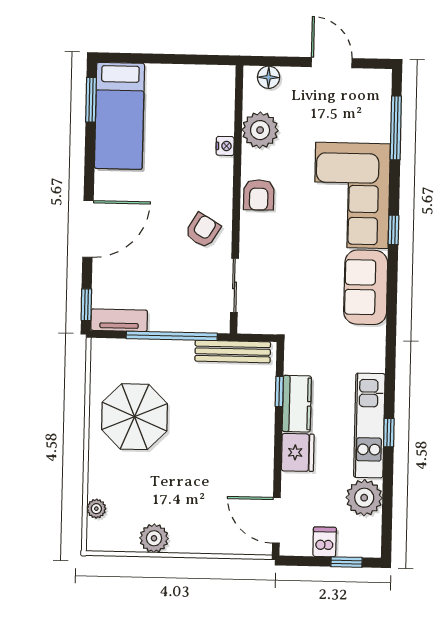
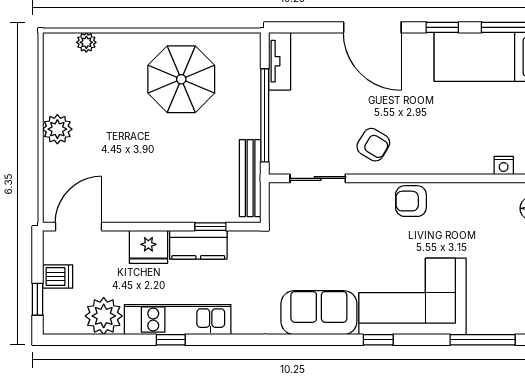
plant: (260, 130) -> (477, 201), removed
nightstand: (225, 146) -> (504, 166), moved
window: (86, 305) -> (442, 27), moved
plant: (154, 538) -> (57, 129), moved

